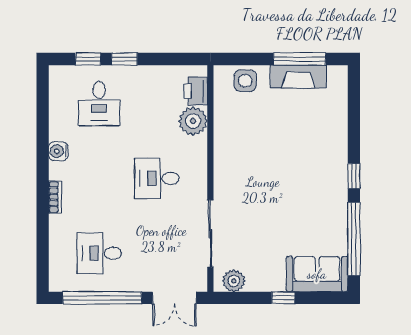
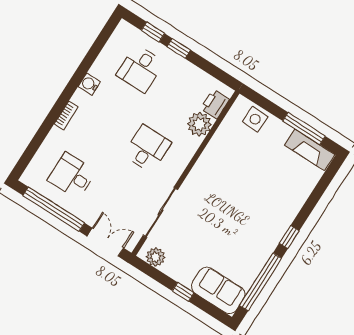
fireplace: (298, 77) -> (310, 150), moved
desk: (157, 178) -> (147, 149), turned 90
double door: (174, 298) -> (105, 242), swing flipped

